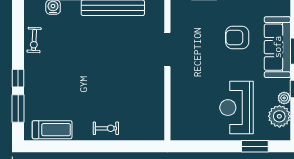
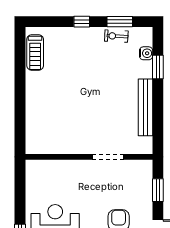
window: (18, 108) -> (120, 22), moved
exercise bike: (106, 128) -> (36, 101), removed

